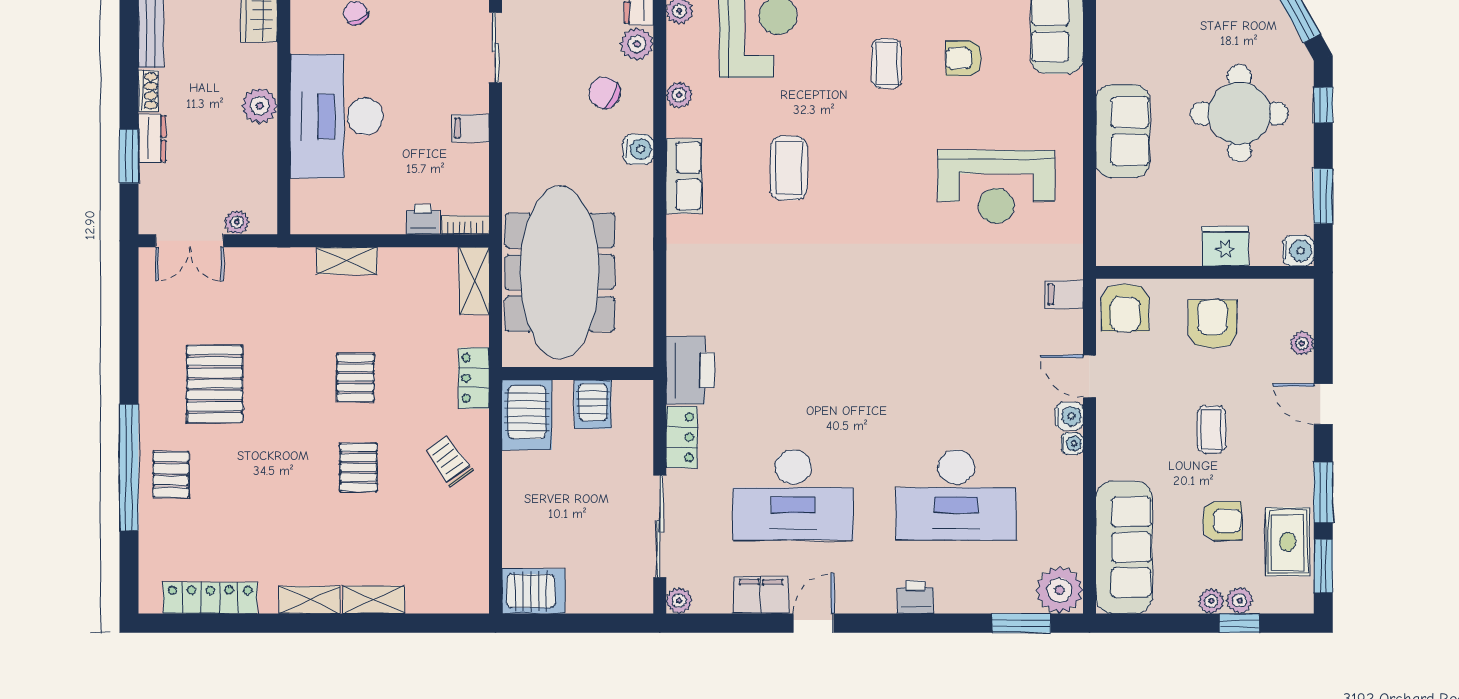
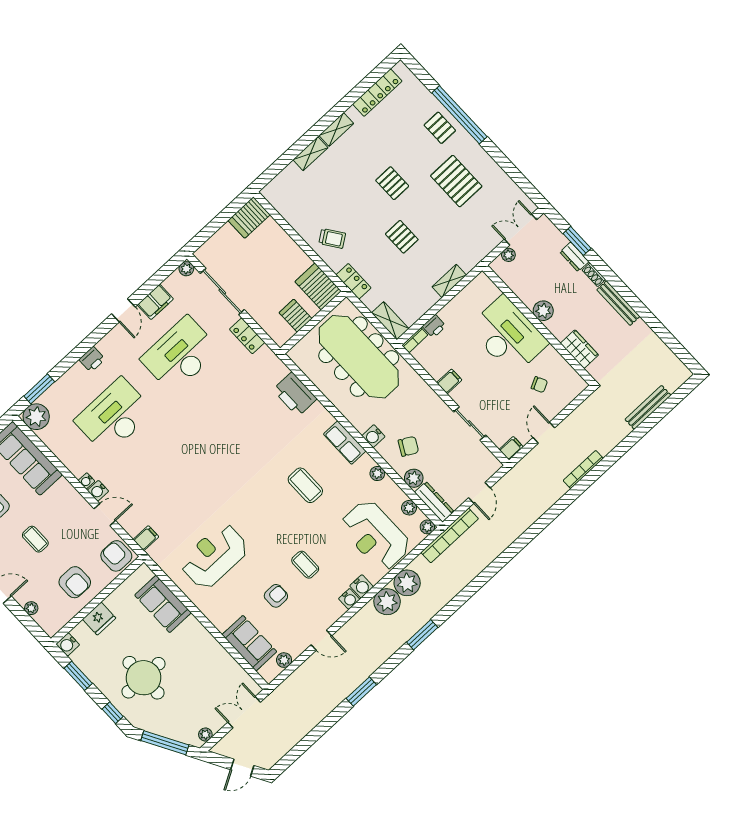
sofa: (1123, 131) -> (163, 604), moved
printer: (690, 370) -> (295, 394), moved
pallet: (358, 467) -> (392, 183), moved

